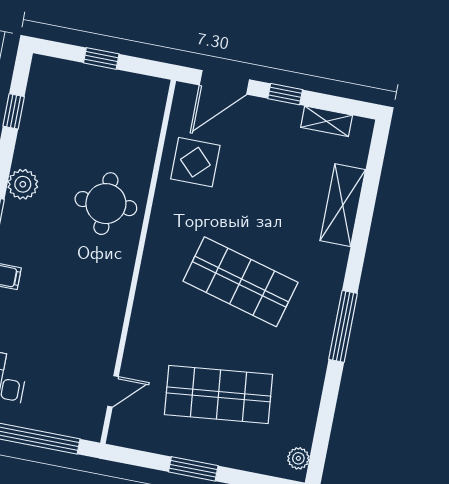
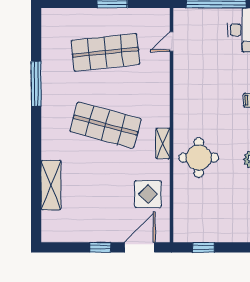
window: (101, 58) -> (204, 247), moved
shelving: (327, 121) -> (163, 144), moved, turned 90
window: (343, 326) -> (36, 84), moved
plant: (298, 458) -> (48, 22), removed

